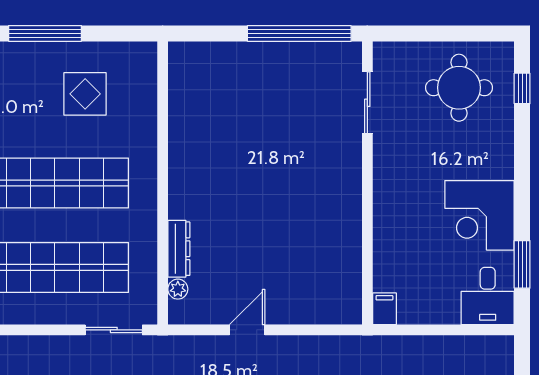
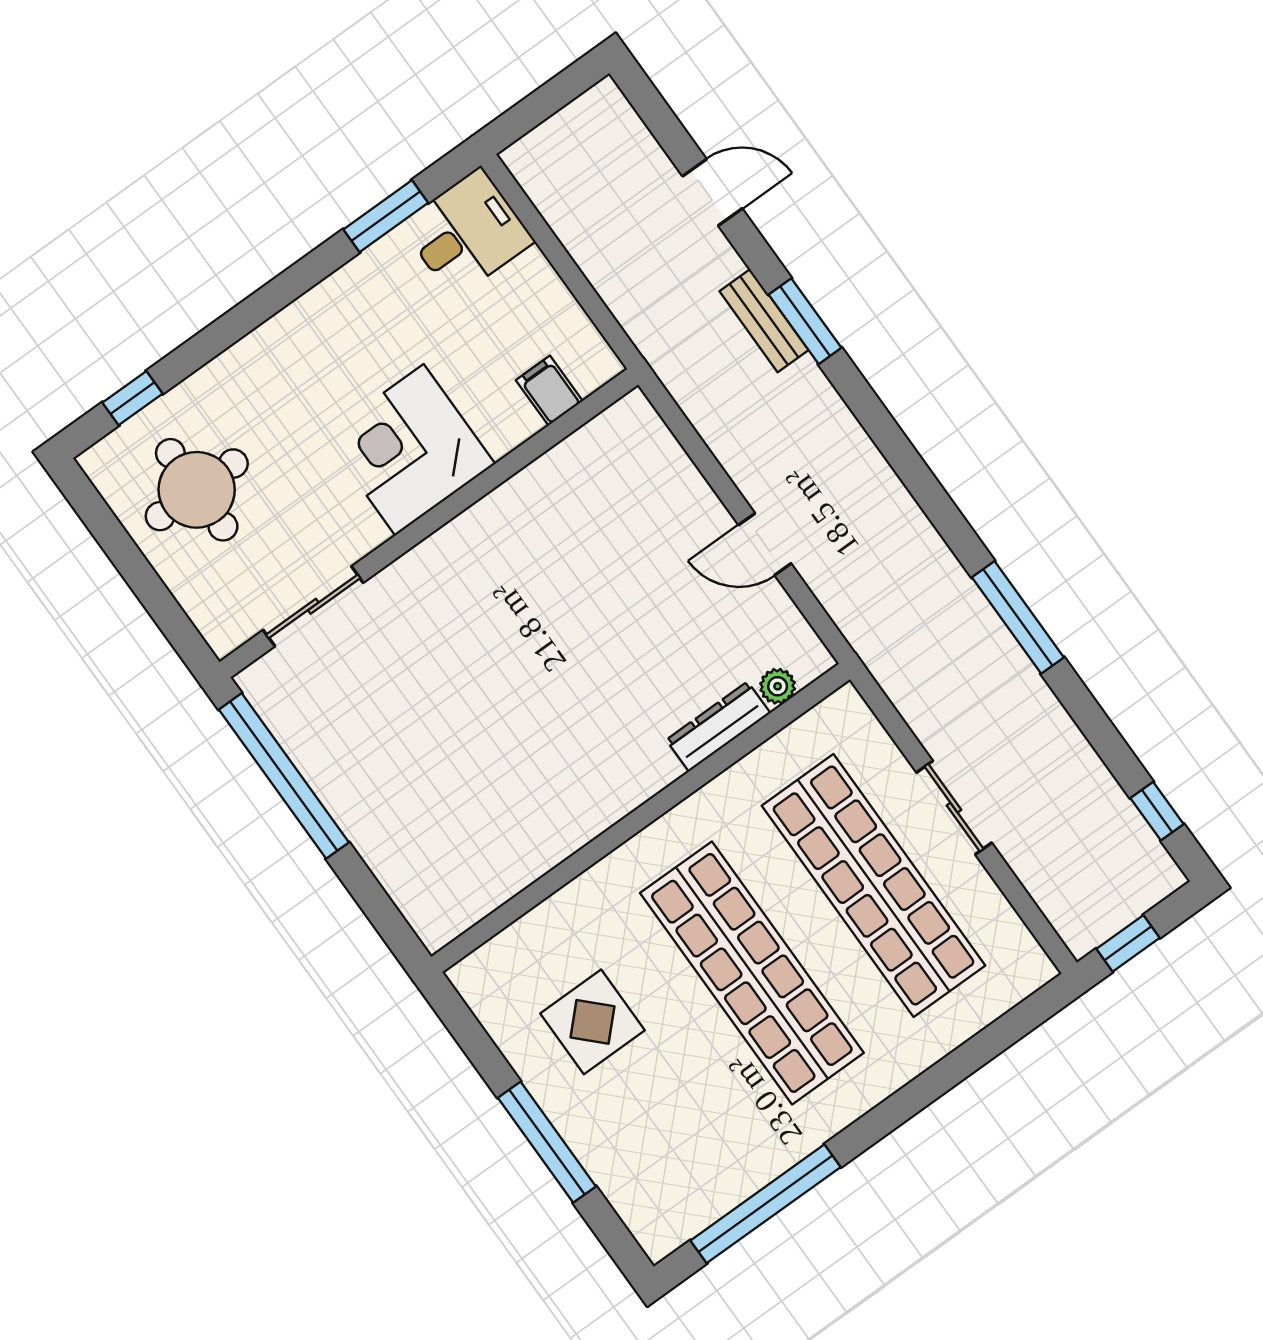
corner desk: (479, 215) -> (410, 450), moved, turned 180
filing cabinet: (384, 309) -> (549, 391), moved, turned 90
sliding door: (114, 330) -> (954, 808), moved

